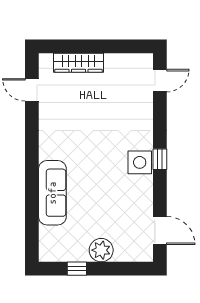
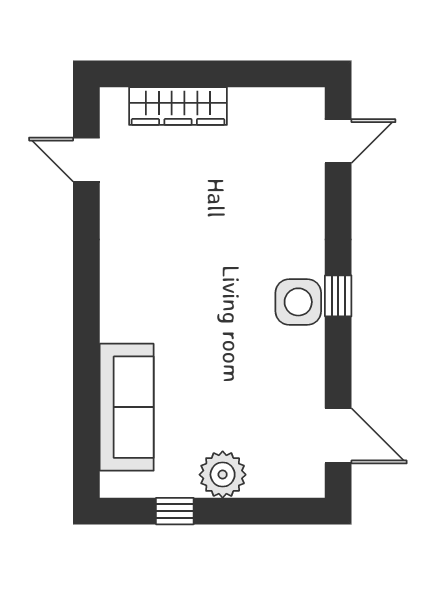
sofa: (52, 193) -> (127, 407), moved

